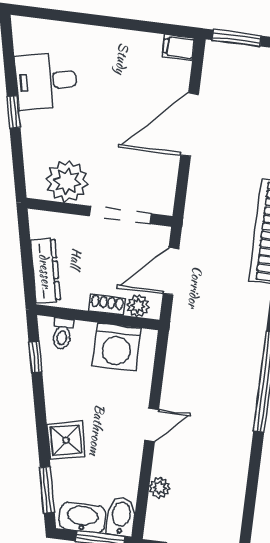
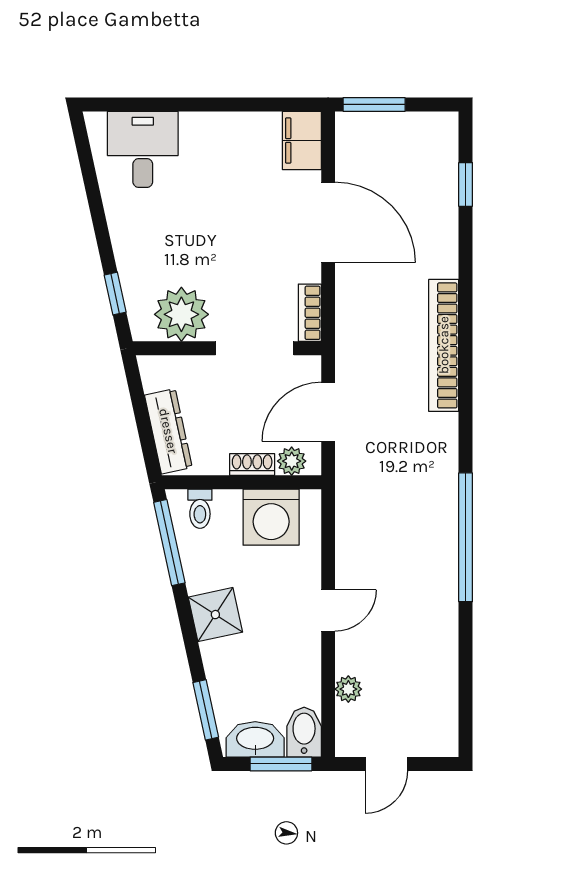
filing cabinet: (179, 47) -> (302, 141), width x2.00
desk: (46, 81) -> (143, 149), moved, turned 102
window: (14, 112) -> (115, 294), moved
door: (190, 125) -> (328, 222), swing flipped
bookcase: (167, 193) -> (310, 313), added
window: (35, 357) -> (169, 543), width x2.17
shower: (66, 440) -> (215, 615), moved

